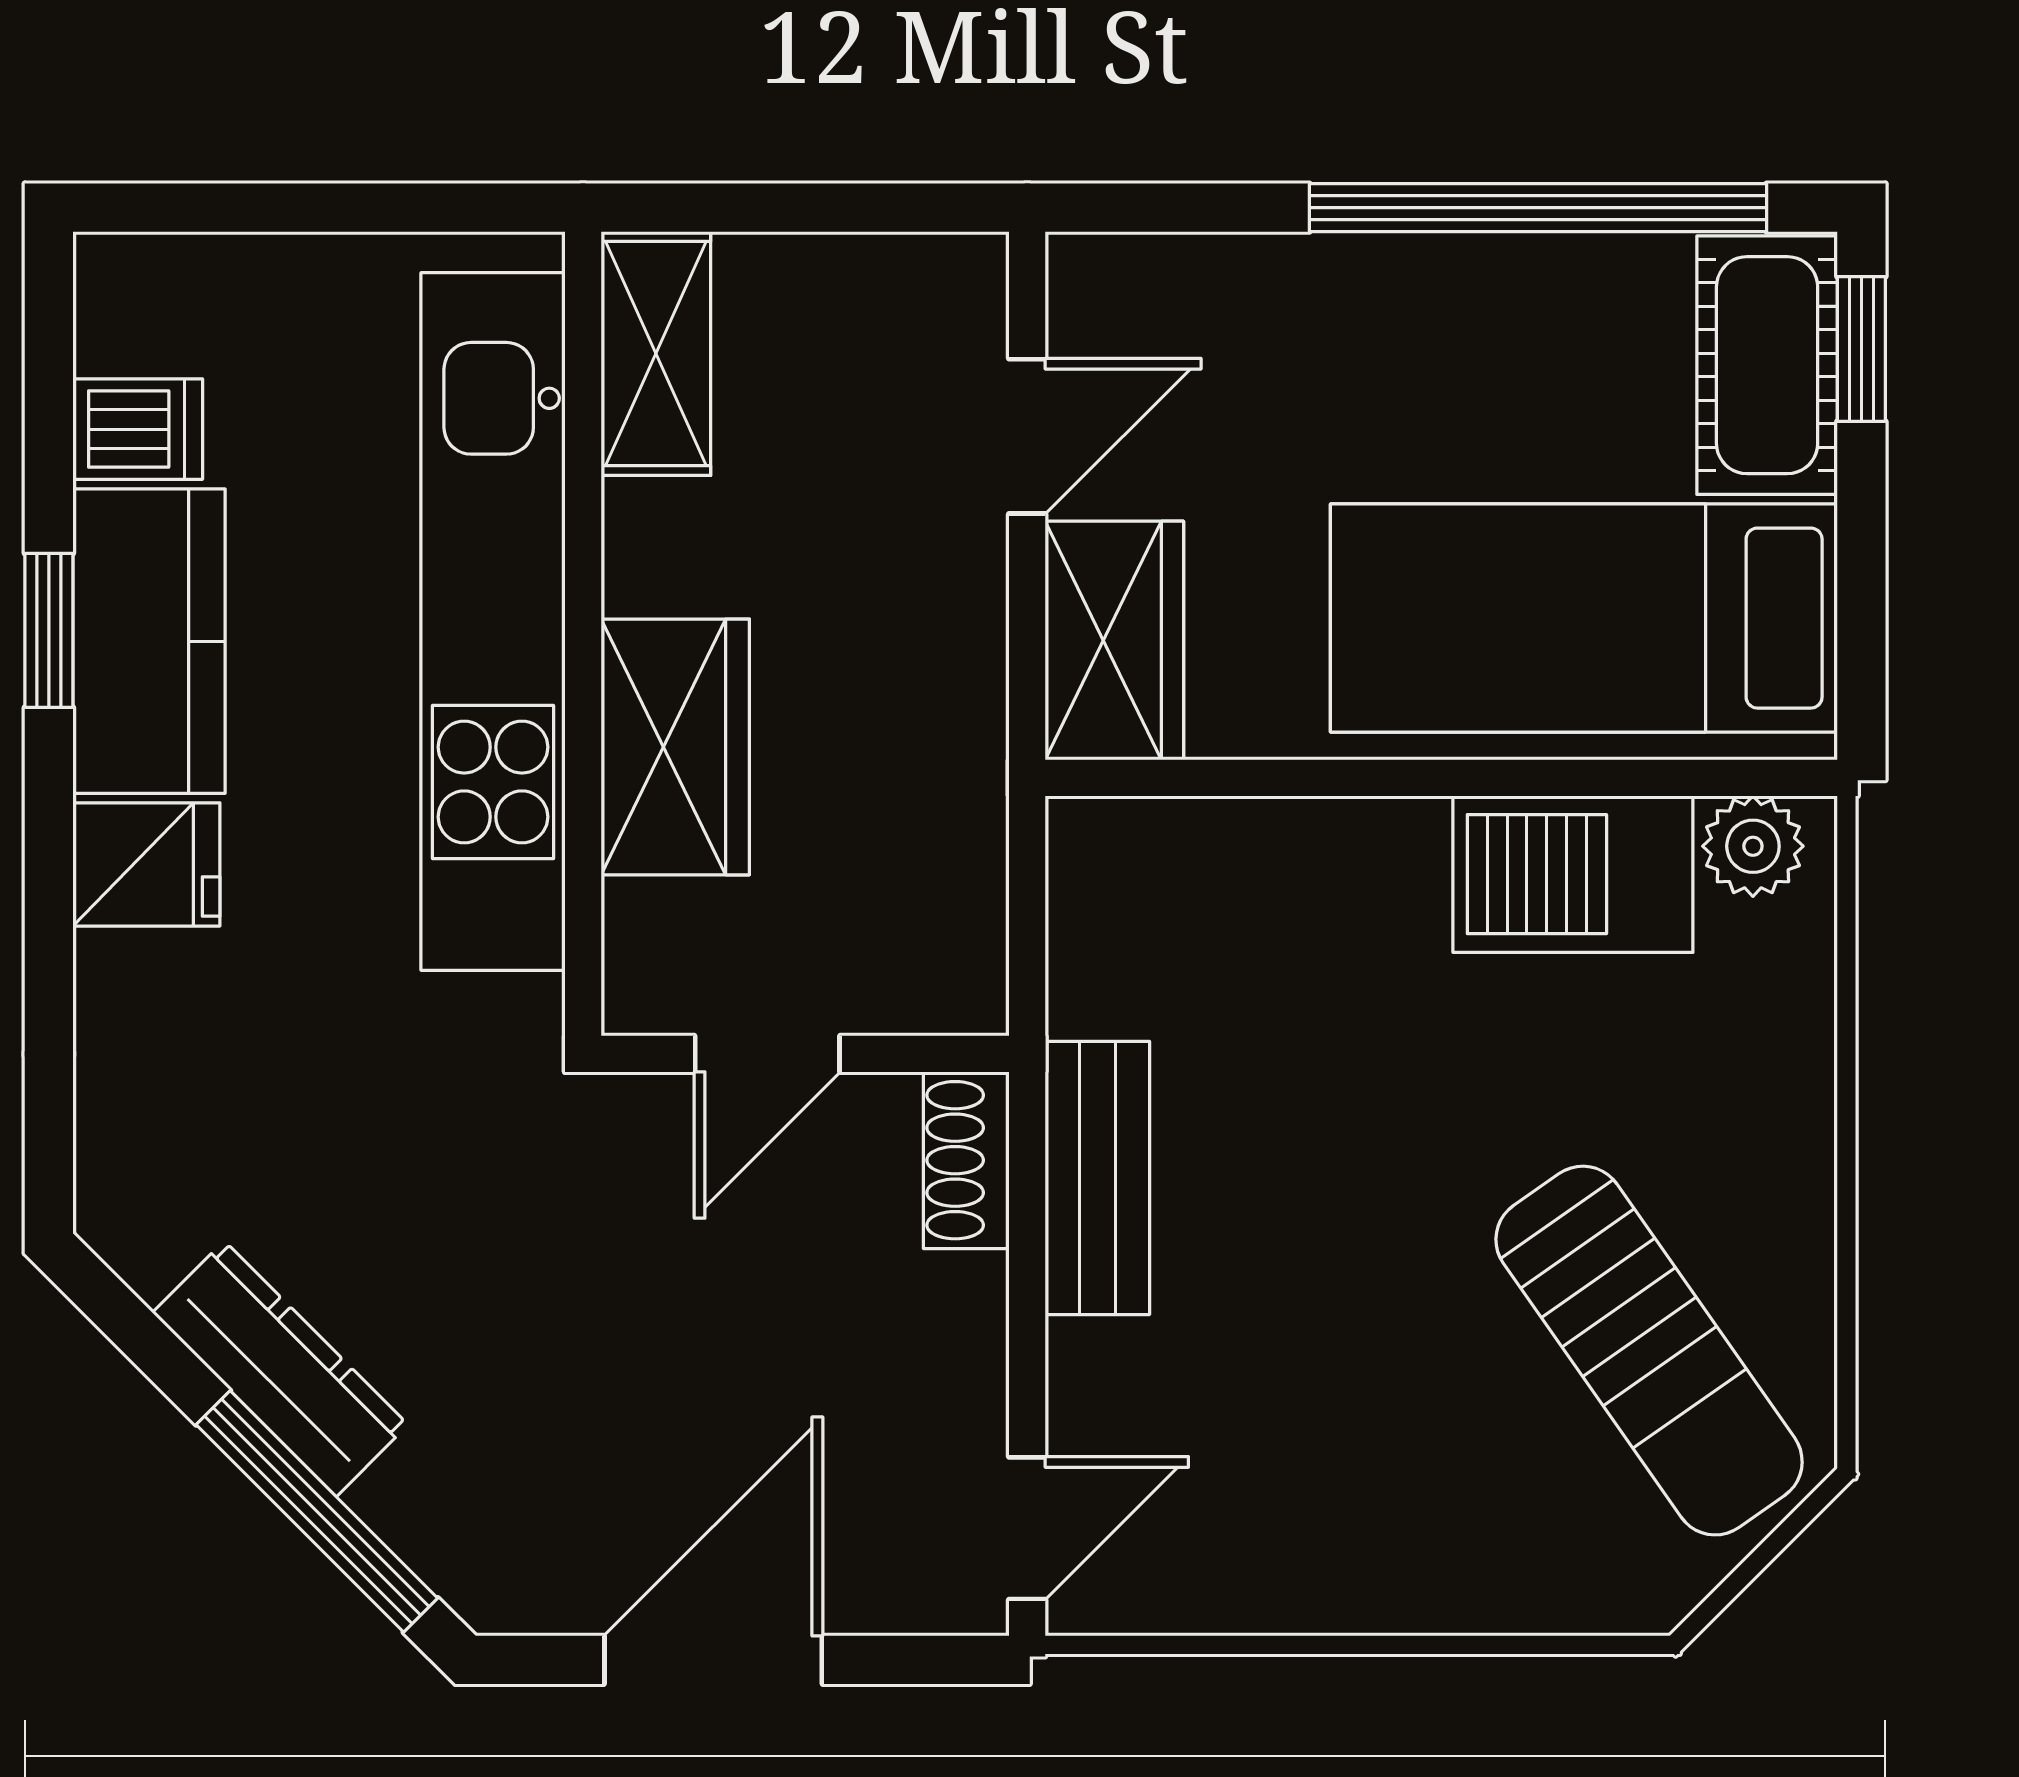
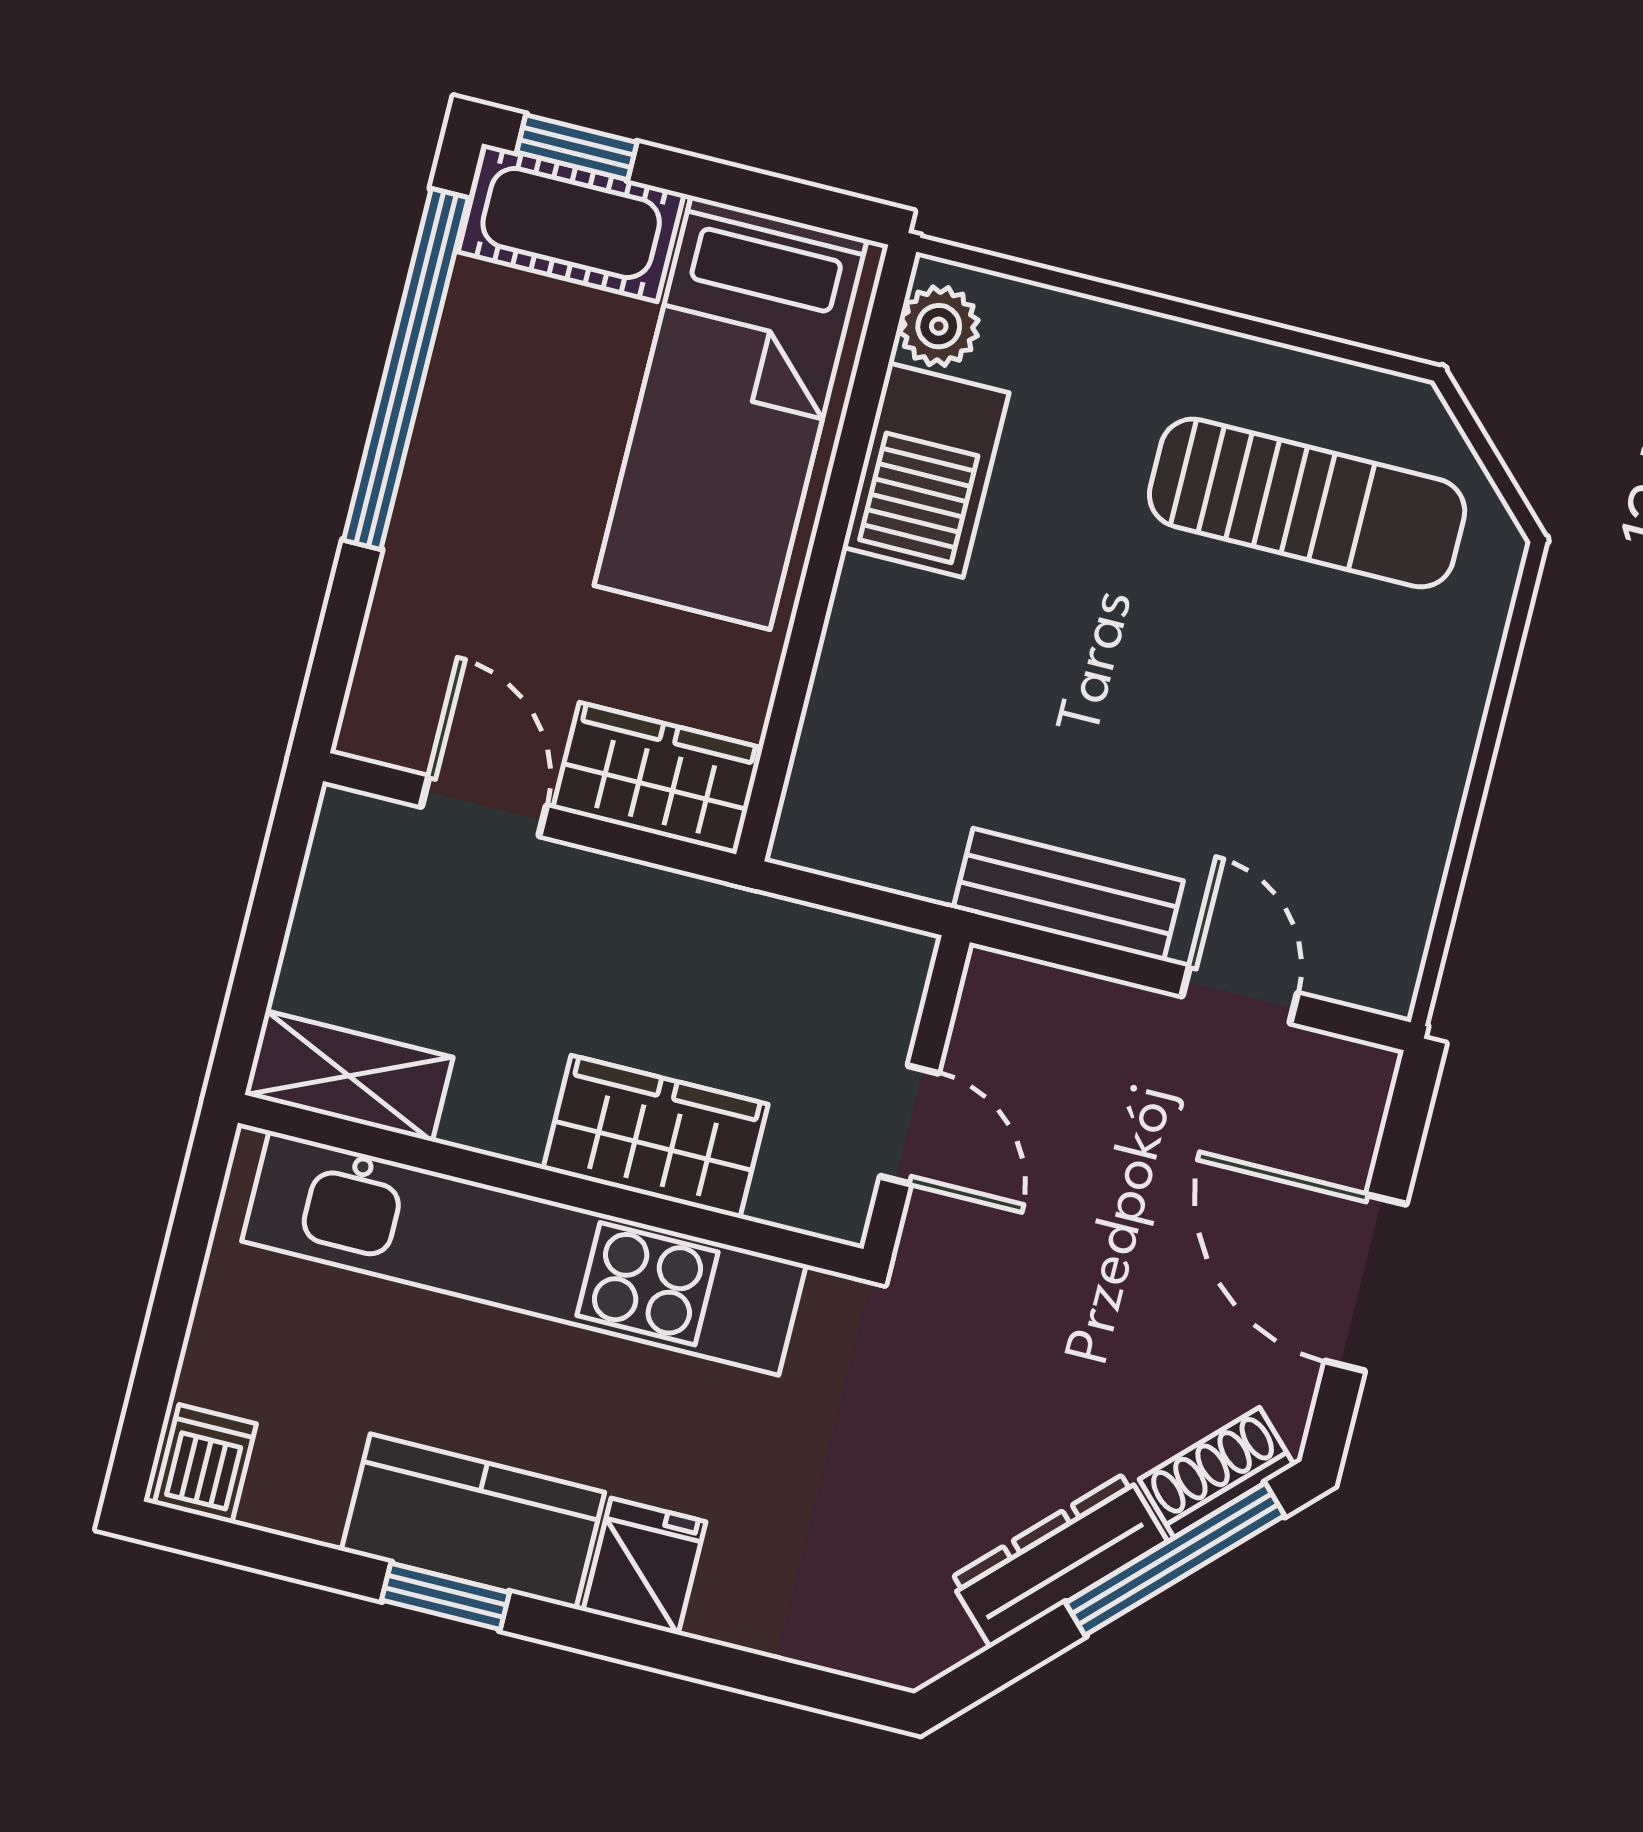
dishwasher: (138, 429) -> (205, 1464), moved
shoe rack: (966, 1160) -> (1217, 1472), moved, turned 135
sun lounger: (1649, 1351) -> (1307, 503), turned 35
door: (1027, 1528) -> (1240, 995), moved

